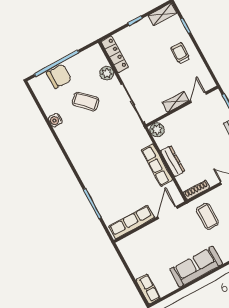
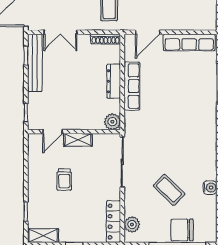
trolley: (180, 53) -> (64, 180), moved
plant: (107, 73) -> (132, 224), moved

